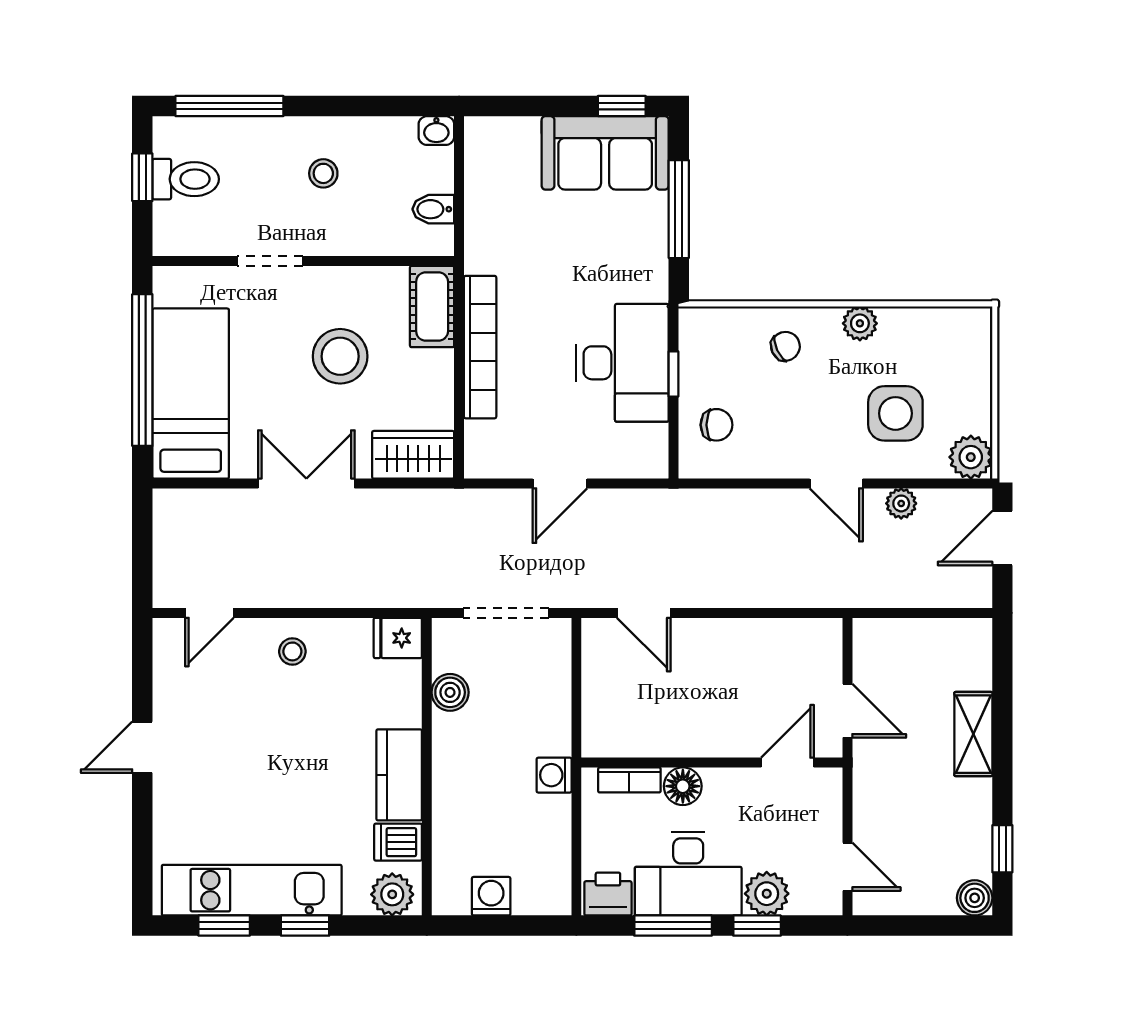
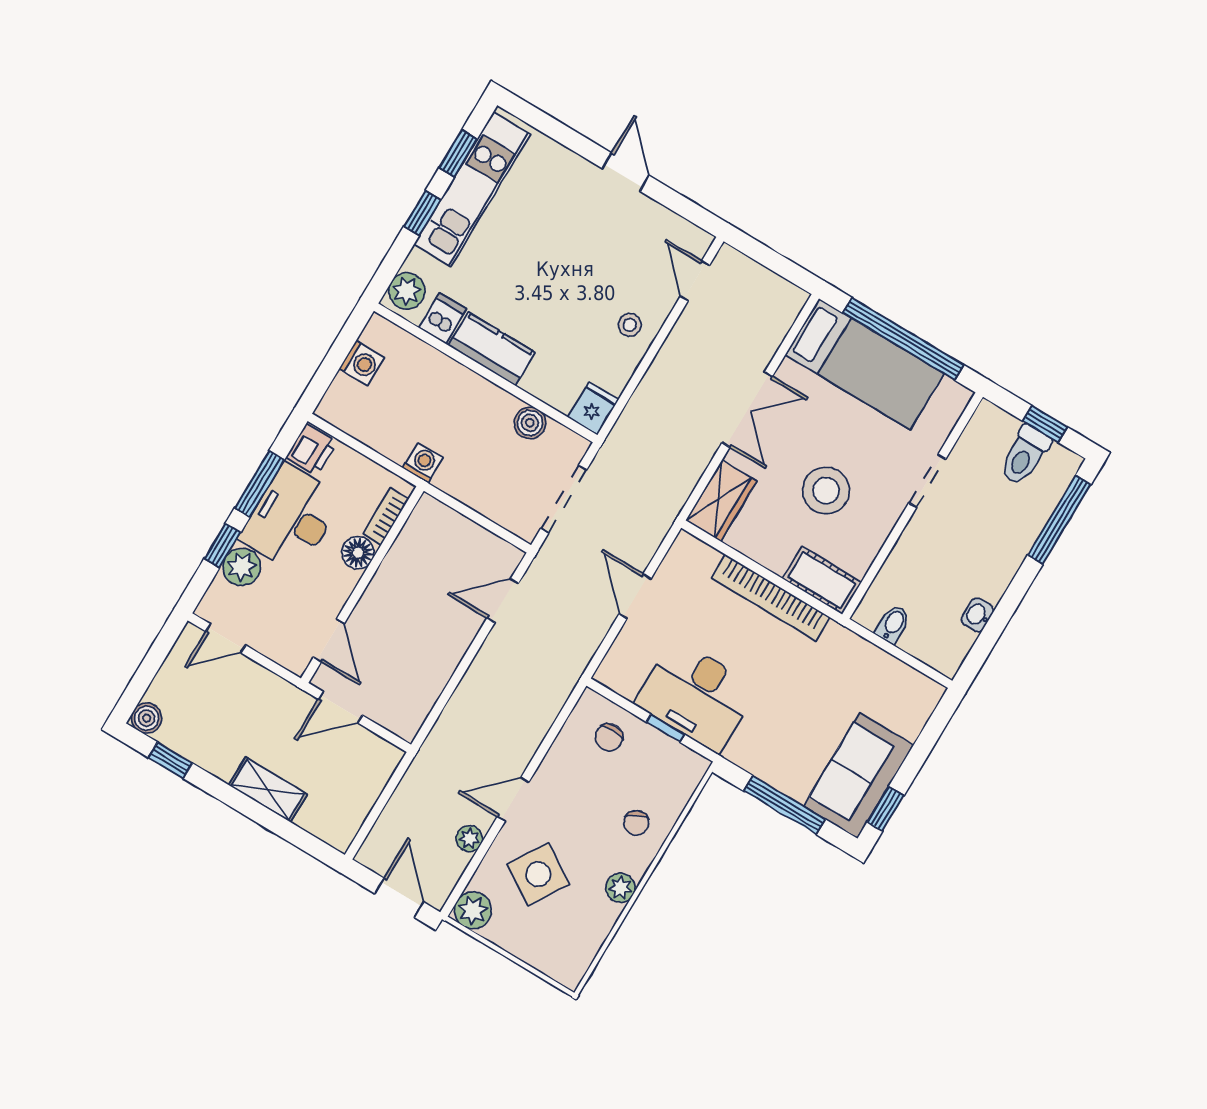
washbasin: (436, 131) -> (977, 615), moved
stool: (323, 173) -> (968, 559), removed
side table: (895, 413) -> (538, 874), turned 32

